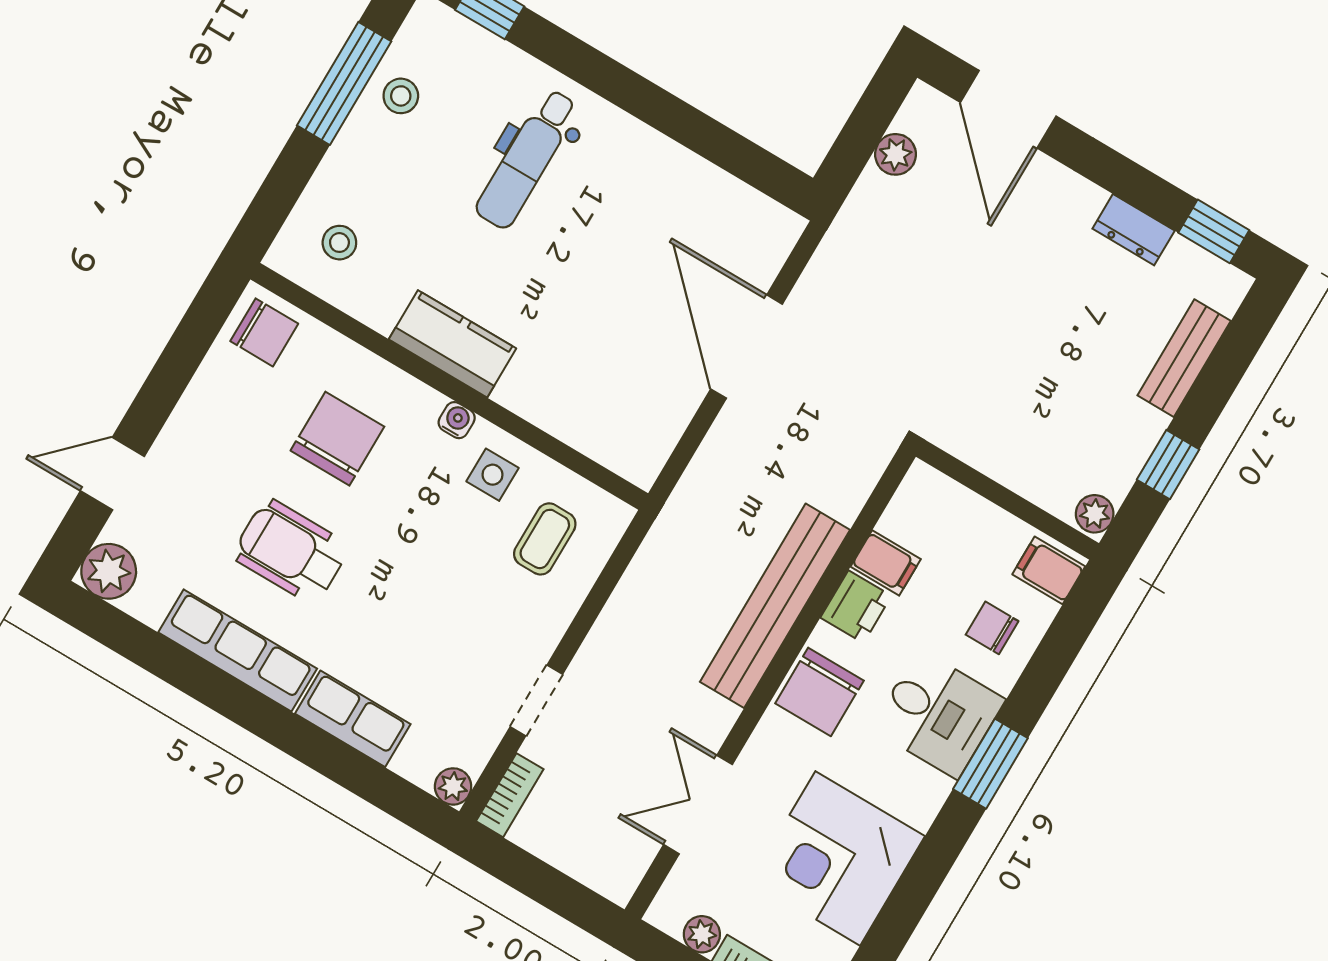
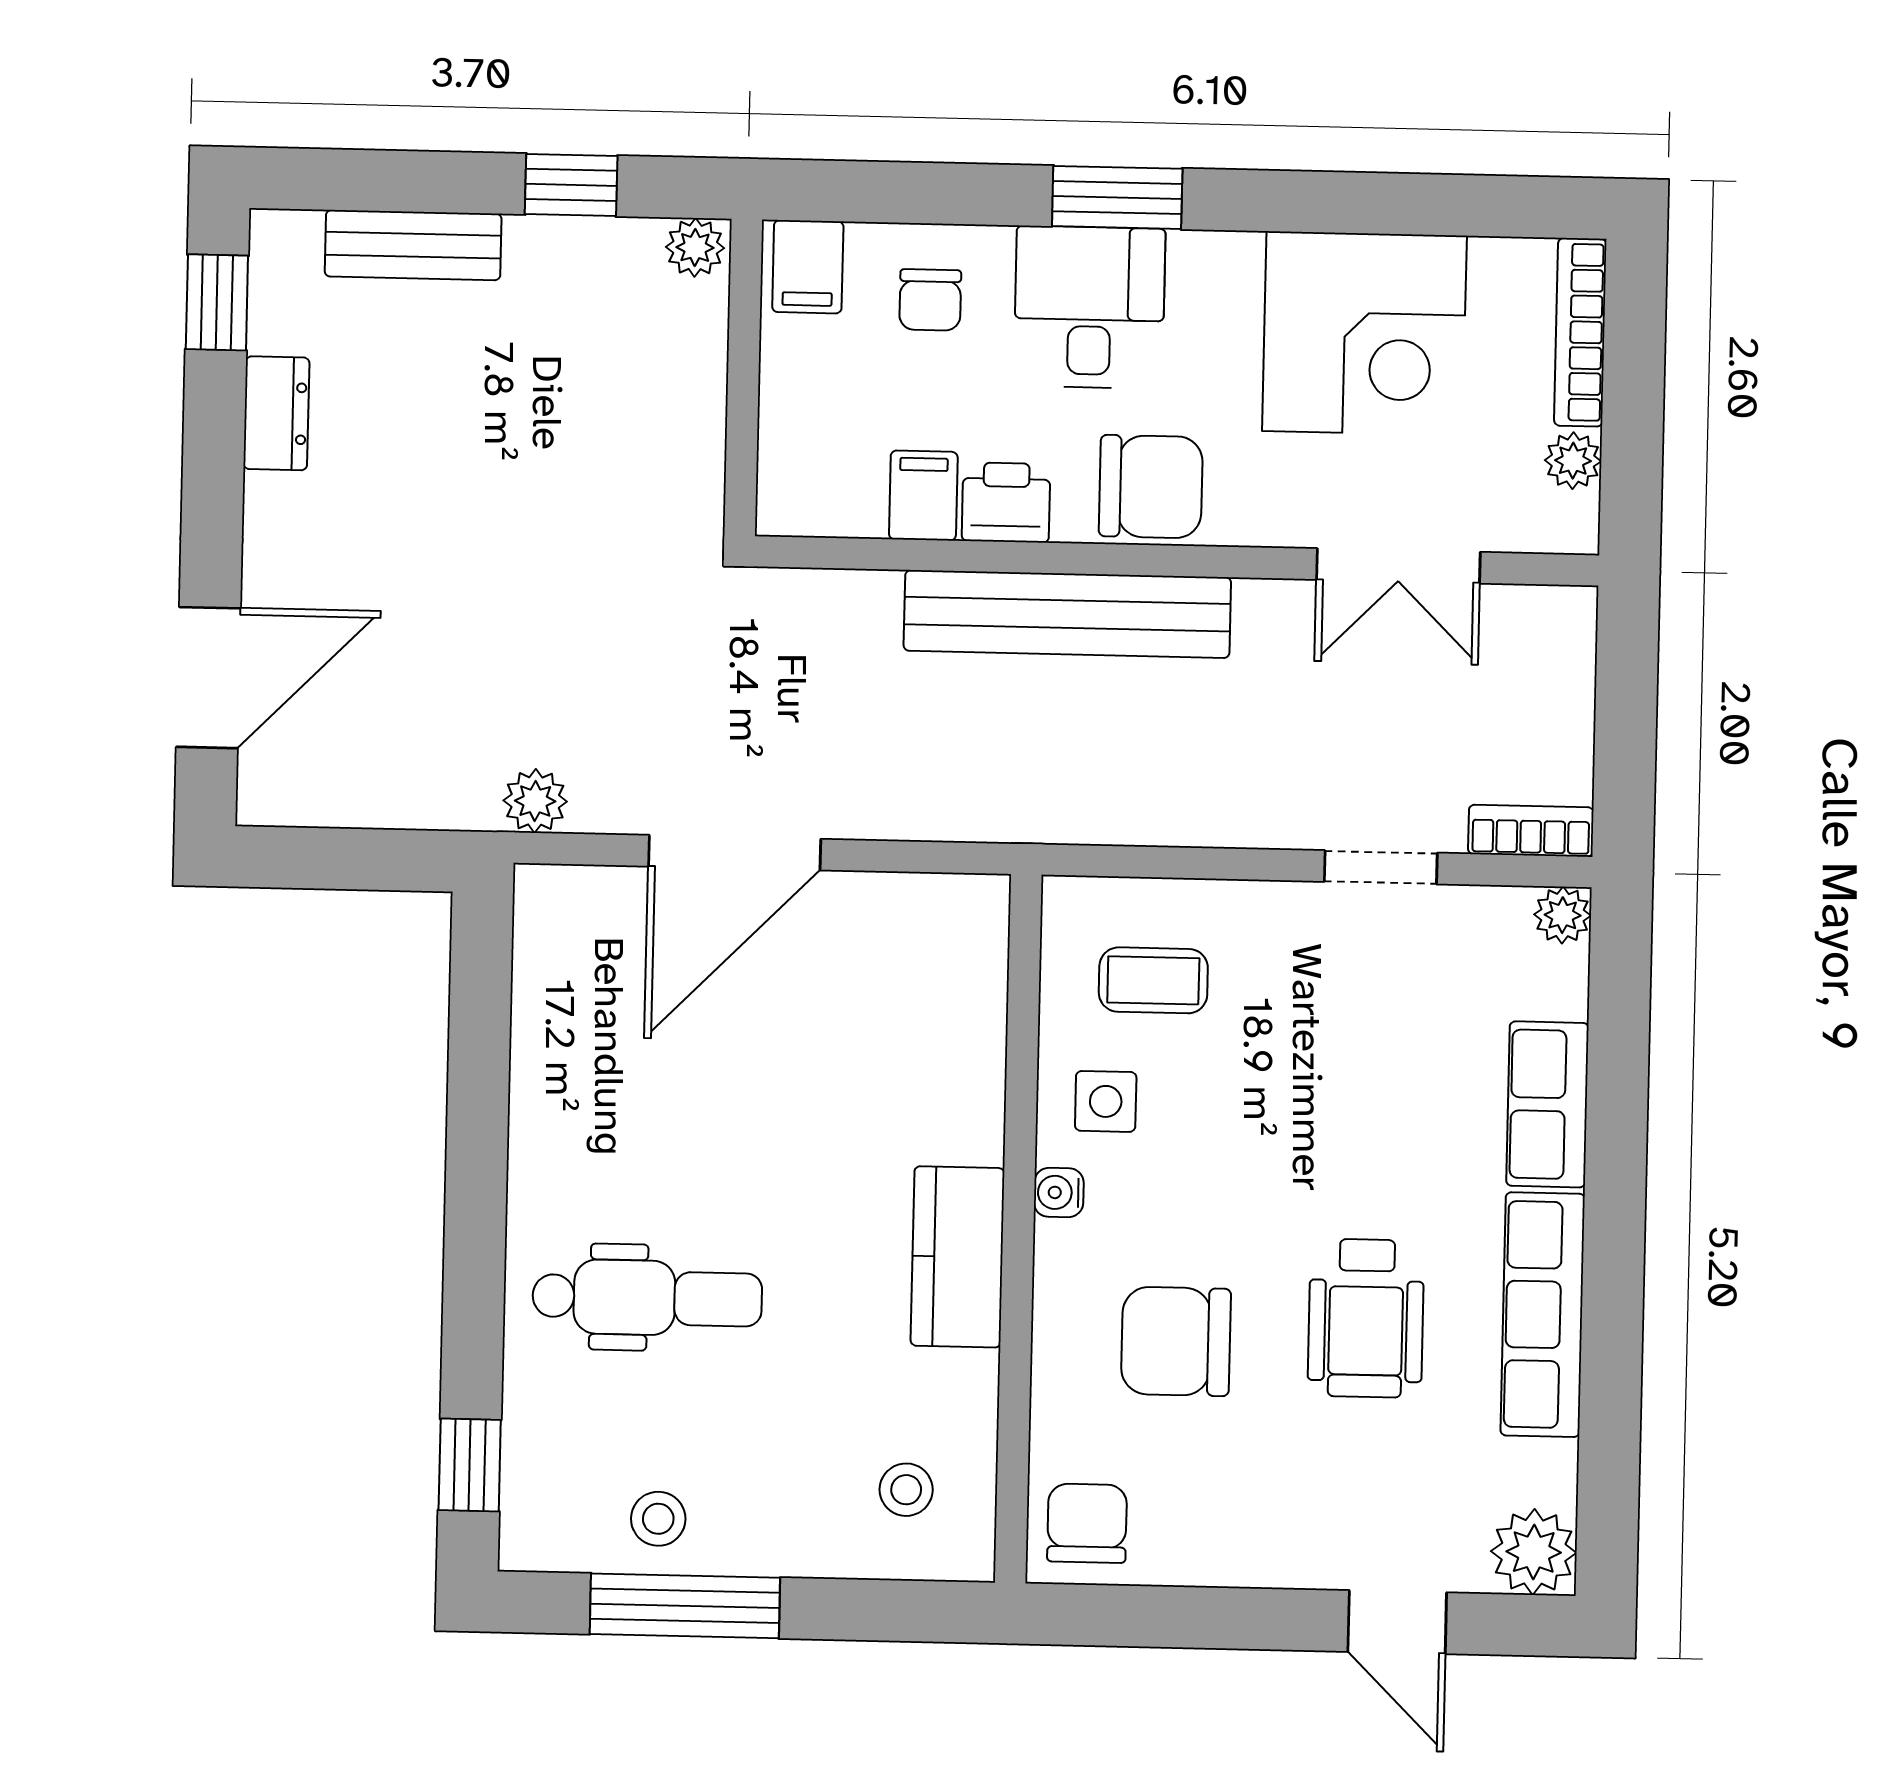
plant: (896, 154) -> (535, 801), moved

